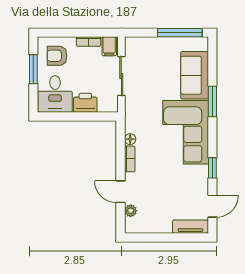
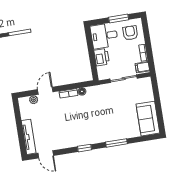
window: (180, 33) -> (159, 113), removed
sofa: (195, 75) -> (148, 119), moved, turned -90
corner sofa: (186, 132) -> (93, 128), removed
window: (212, 168) -> (85, 148), moved
tv unit: (190, 227) -> (29, 137), width x1.41

